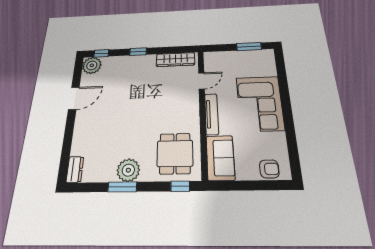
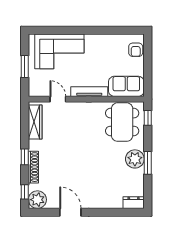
window: (249, 47) -> (25, 66), moved
shoe rack: (127, 60) -> (33, 167), added
corner sofa: (260, 103) -> (59, 51), moved
dining table: (175, 153) -> (122, 122), width x1.38
armchair: (269, 169) -> (136, 50), turned 180

